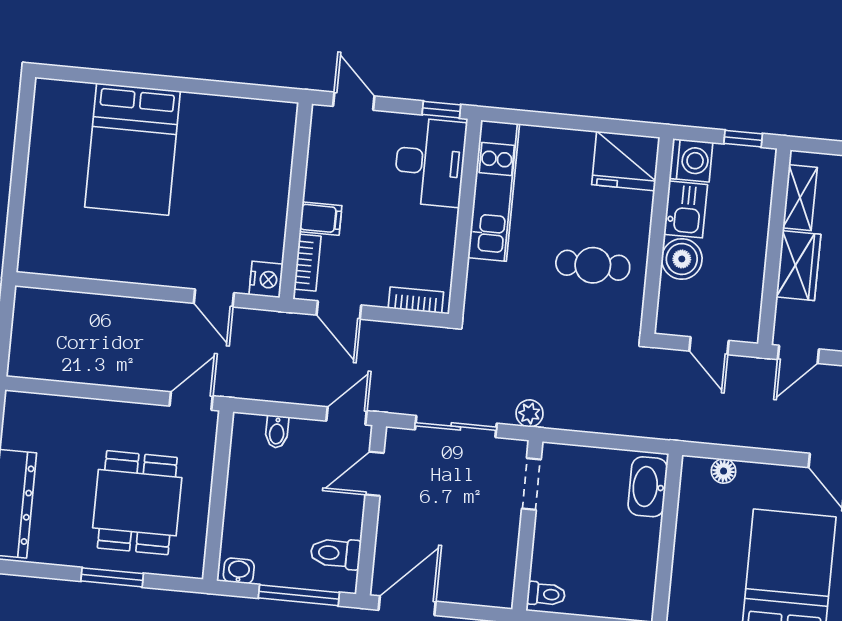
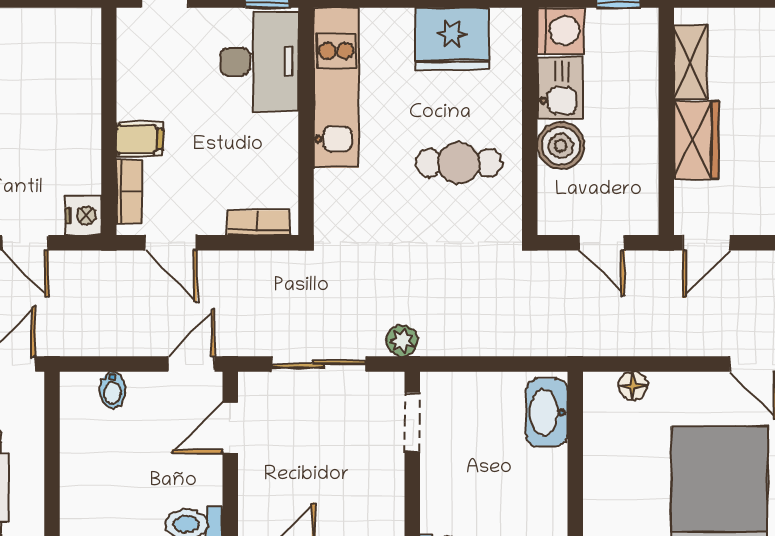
fridge: (626, 161) -> (452, 39), moved

